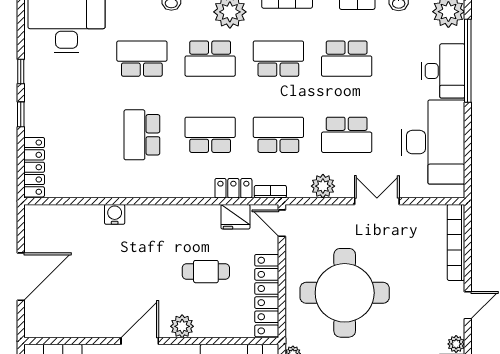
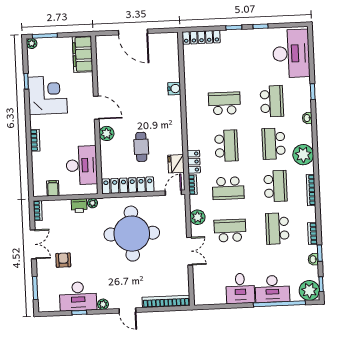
school desk: (278, 135) -> (228, 188), turned 90
school desk: (347, 135) -> (230, 231), turned 90
desk: (433, 142) -> (240, 288), width x0.53, depth x0.77

